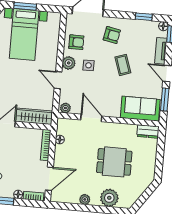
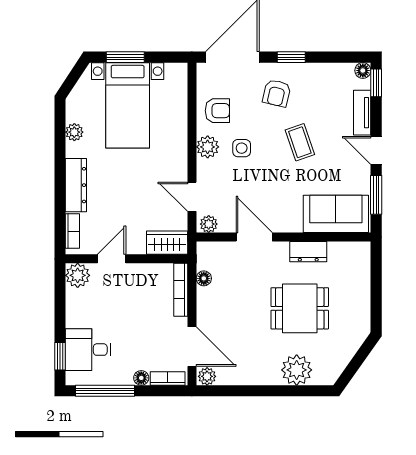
window: (144, 17) -> (291, 57), moved
armchair: (112, 35) -> (277, 93), turned 92
door: (58, 80) -> (192, 197), moved
wardrobe: (34, 116) -> (167, 243), width x0.67
dresser: (148, 132) -> (308, 252), moved
door: (49, 179) -> (192, 347), hinge flipped
plant: (85, 199) -> (207, 376), moved

